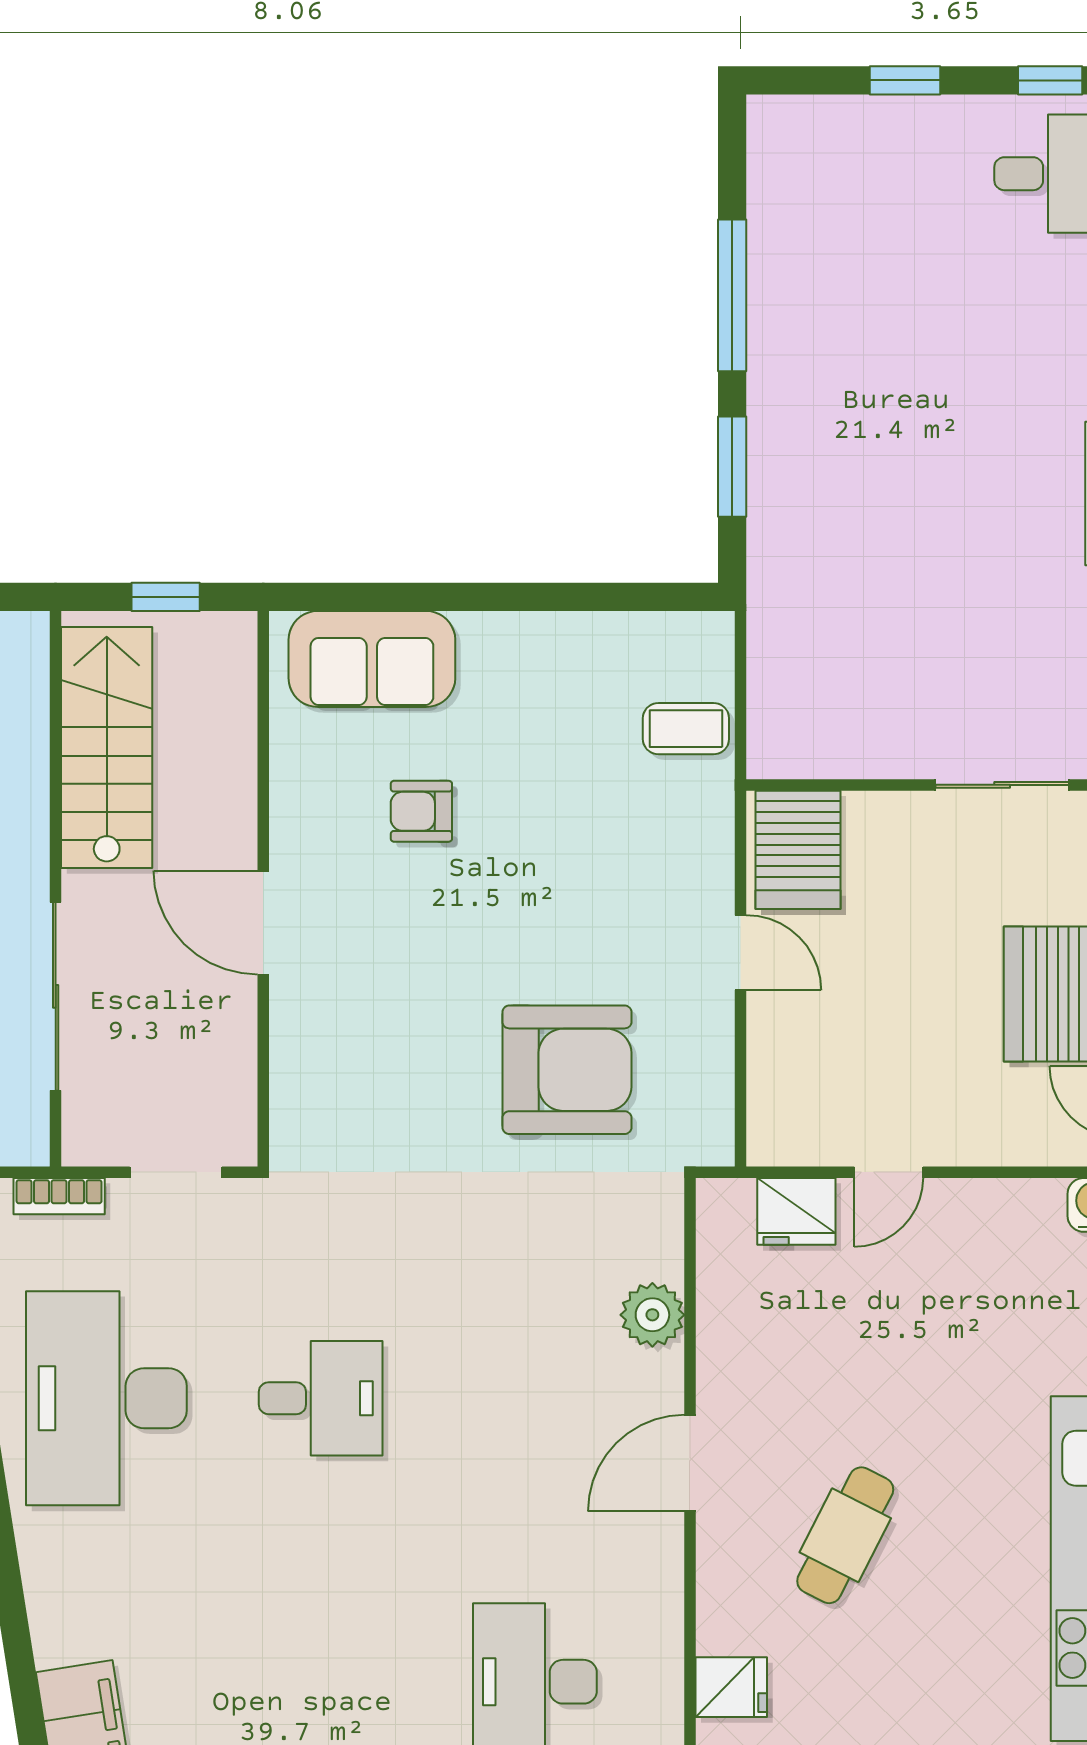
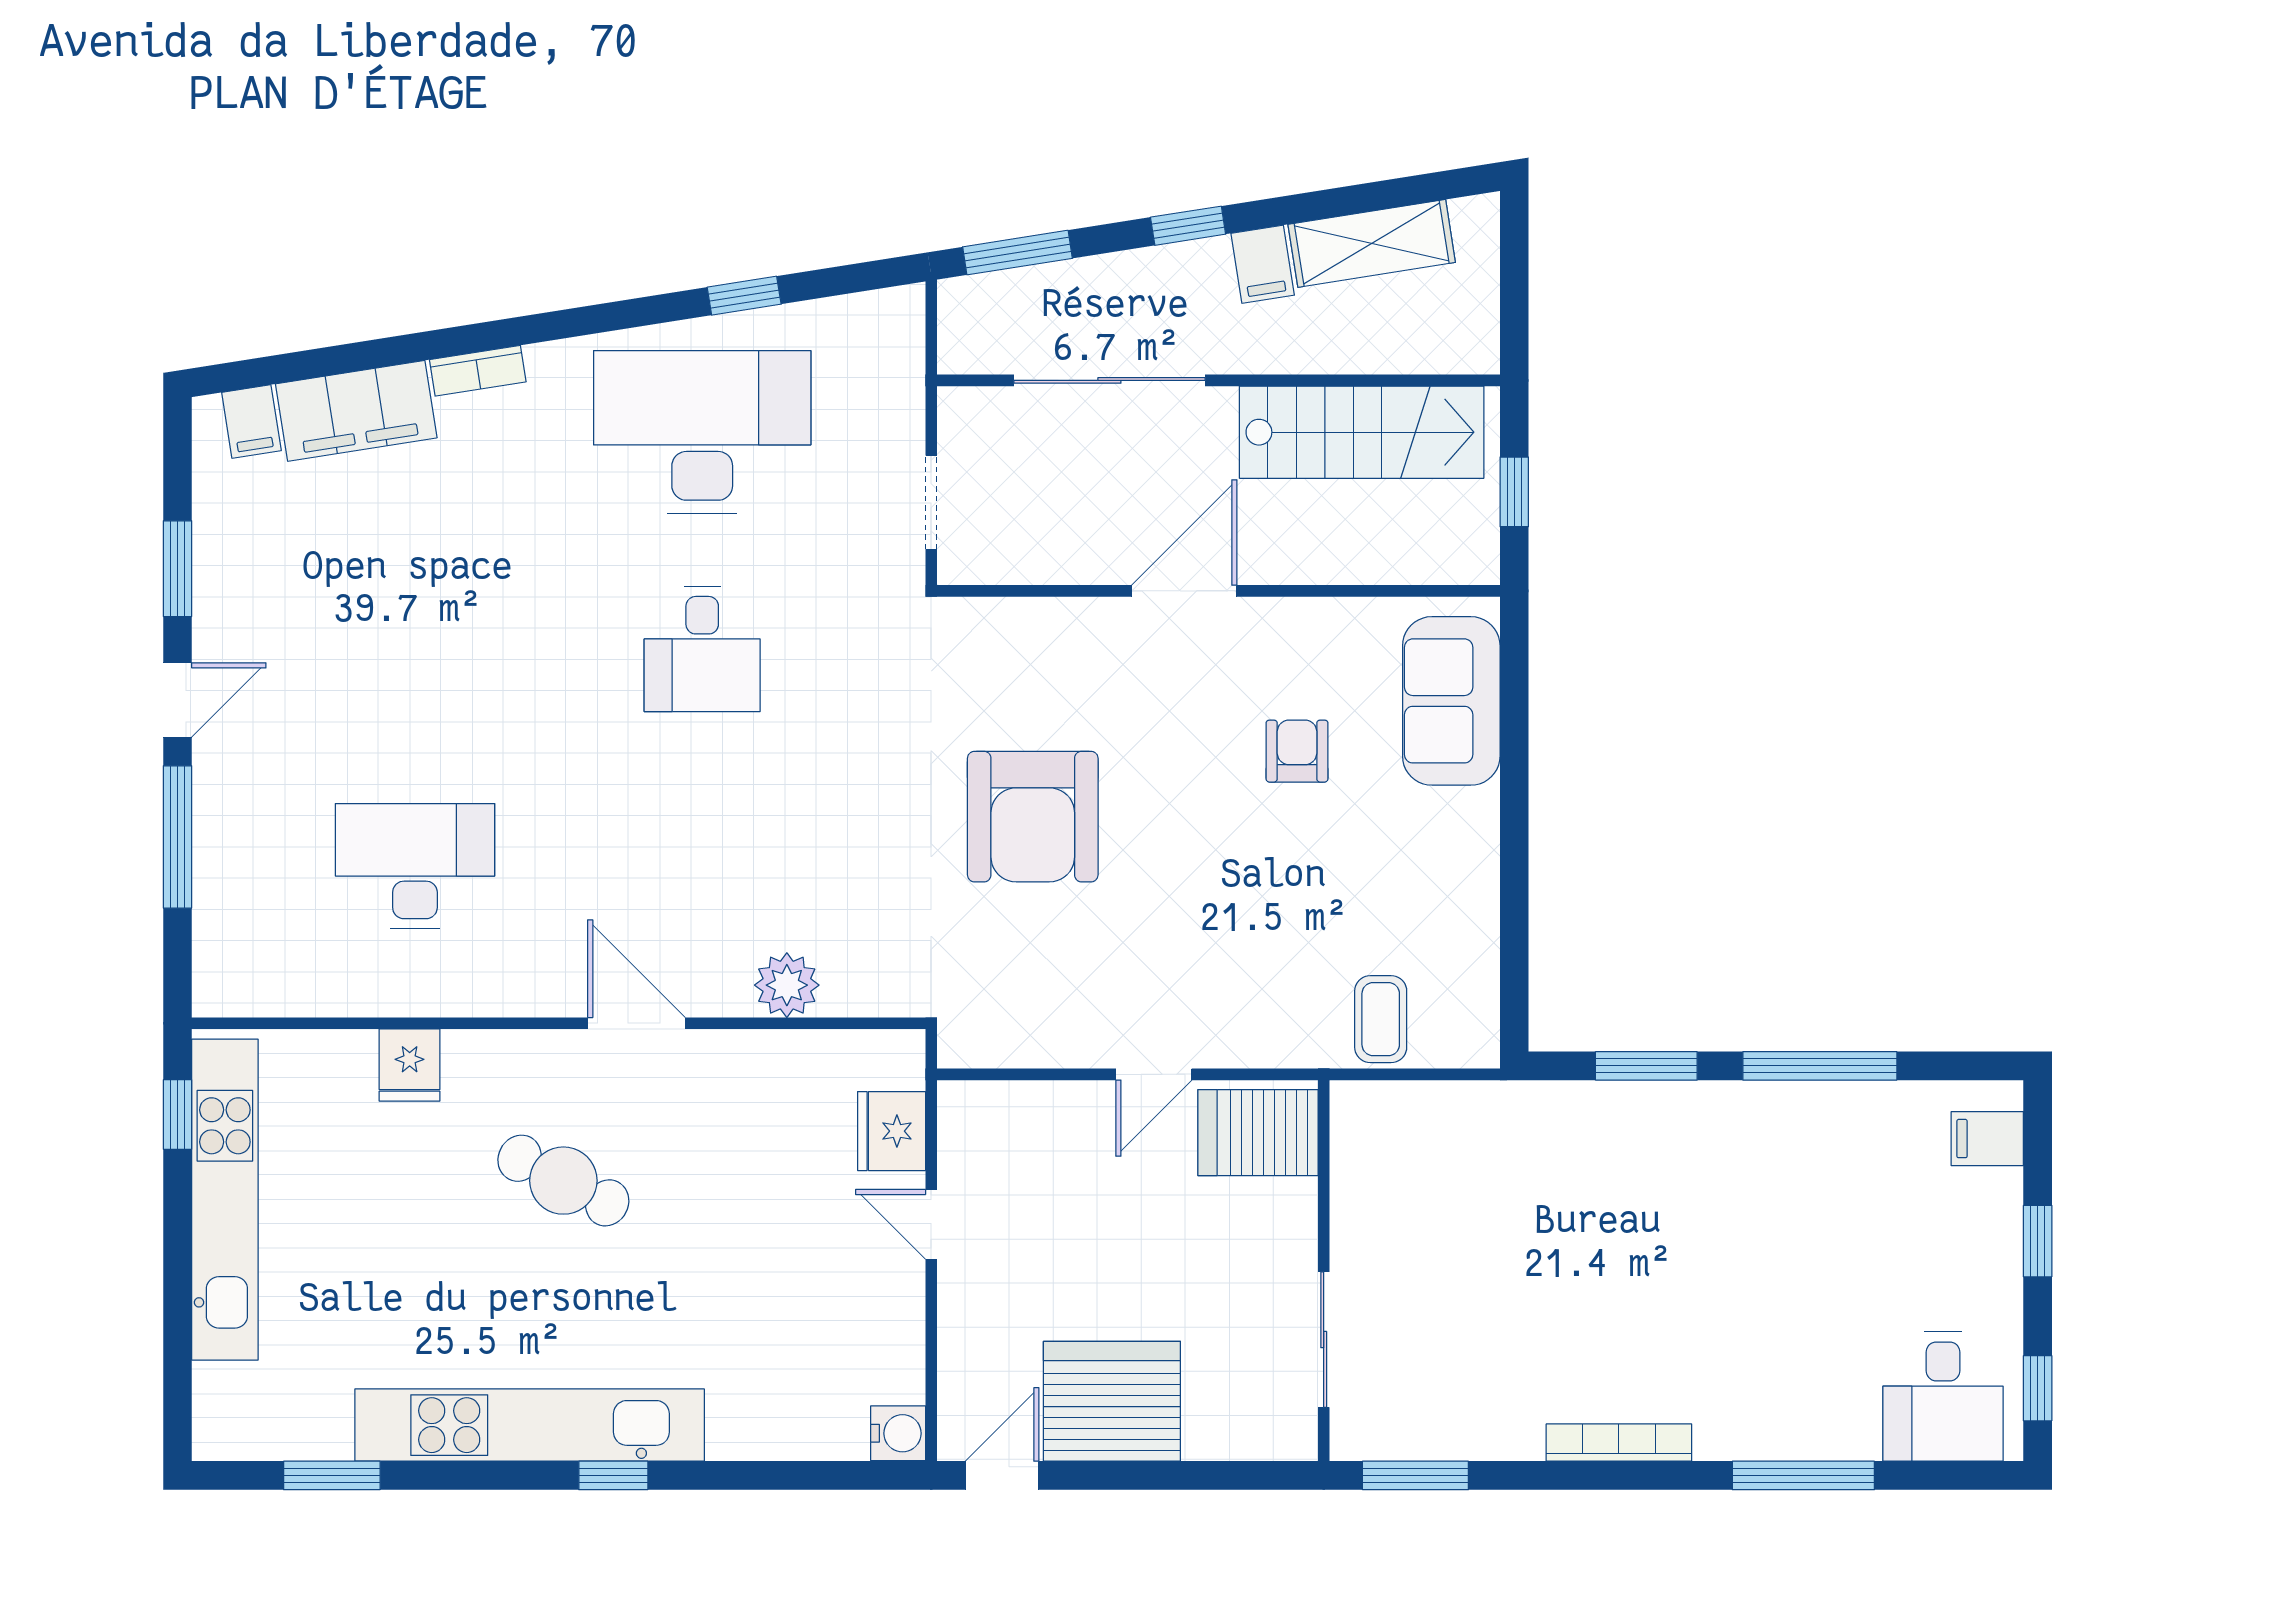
filing cabinet: (804, 130) -> (1987, 1139), added
armchair: (567, 1070) -> (1033, 817), moved
bookcase: (59, 1196) -> (478, 371), moved, turned -99

